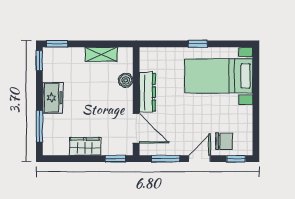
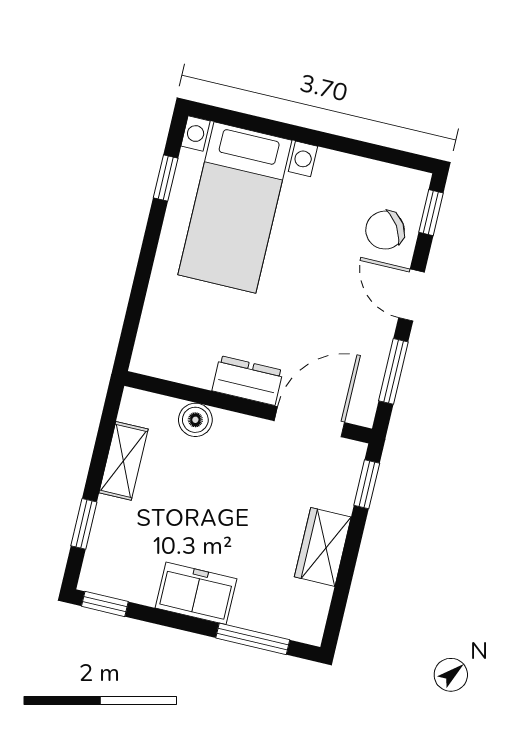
window: (57, 44) -> (84, 524), moved
window: (198, 44) -> (166, 178), moved
dresser: (147, 92) -> (247, 381), width x0.70
chair: (224, 141) -> (385, 230), turned -123

